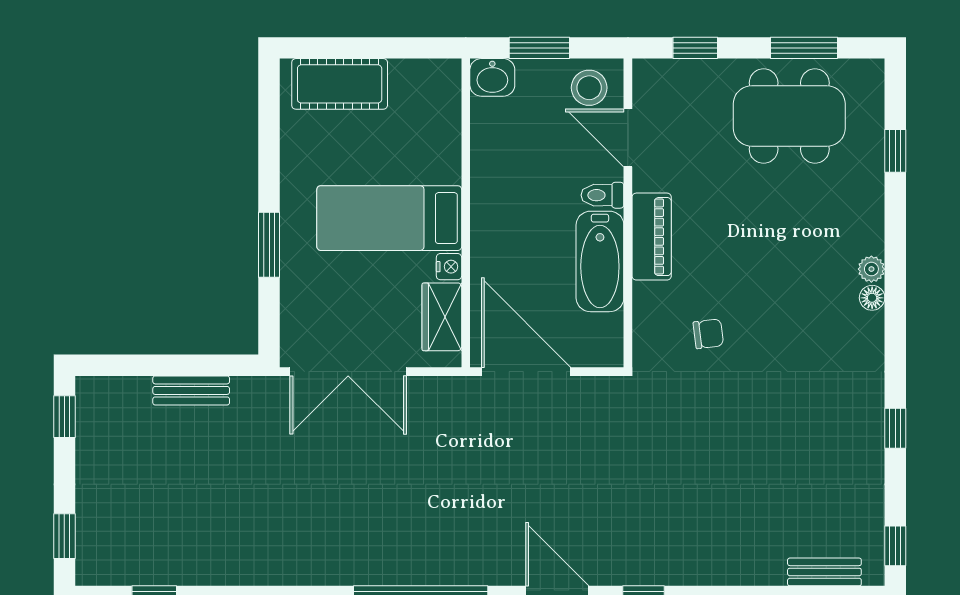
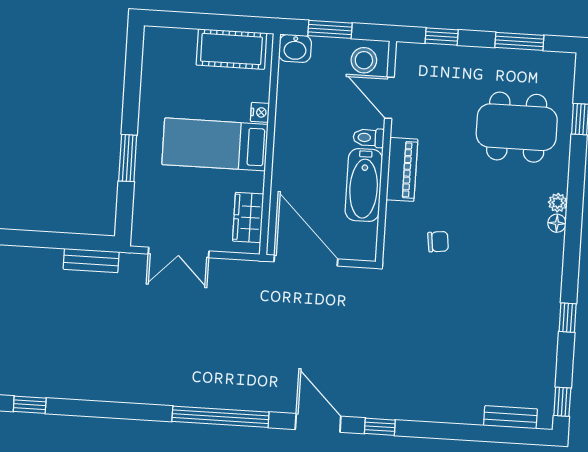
cot: (340, 84) -> (231, 49), moved
dining table: (789, 116) -> (517, 127), moved
nightstand: (449, 267) -> (260, 112), moved
double door: (348, 372) -> (179, 252), width x0.73
bench: (191, 390) -> (91, 261), moved

